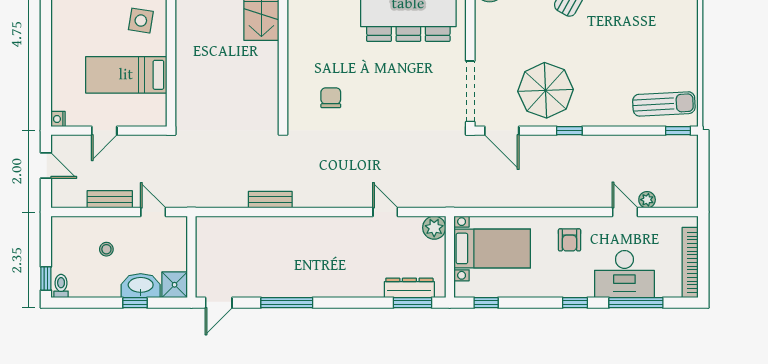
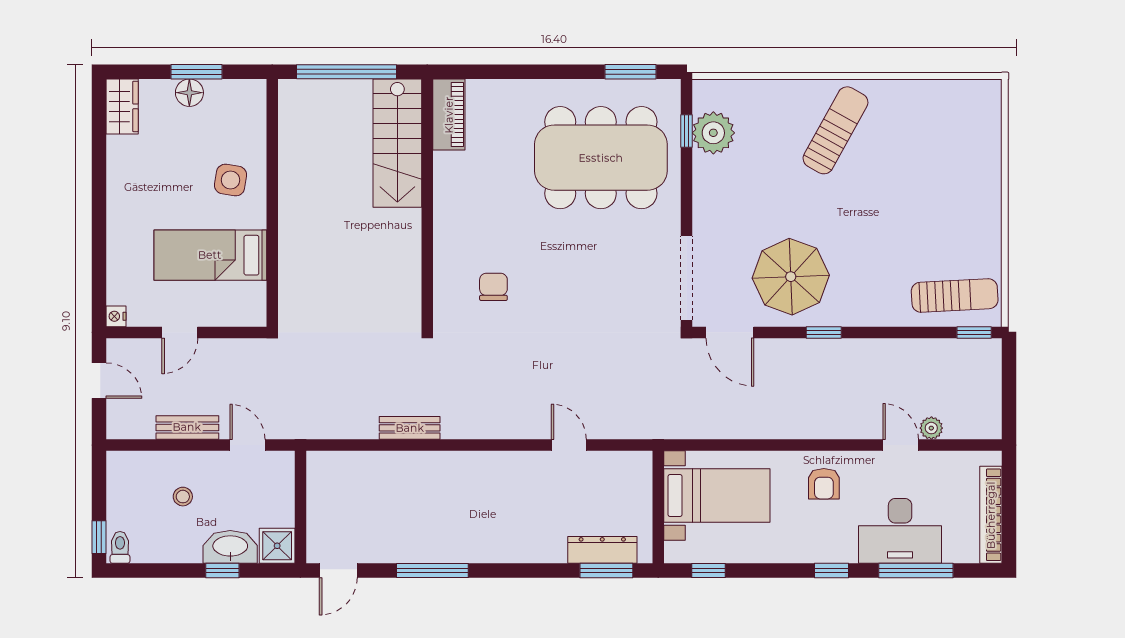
plant: (434, 228) -> (637, 467), removed

